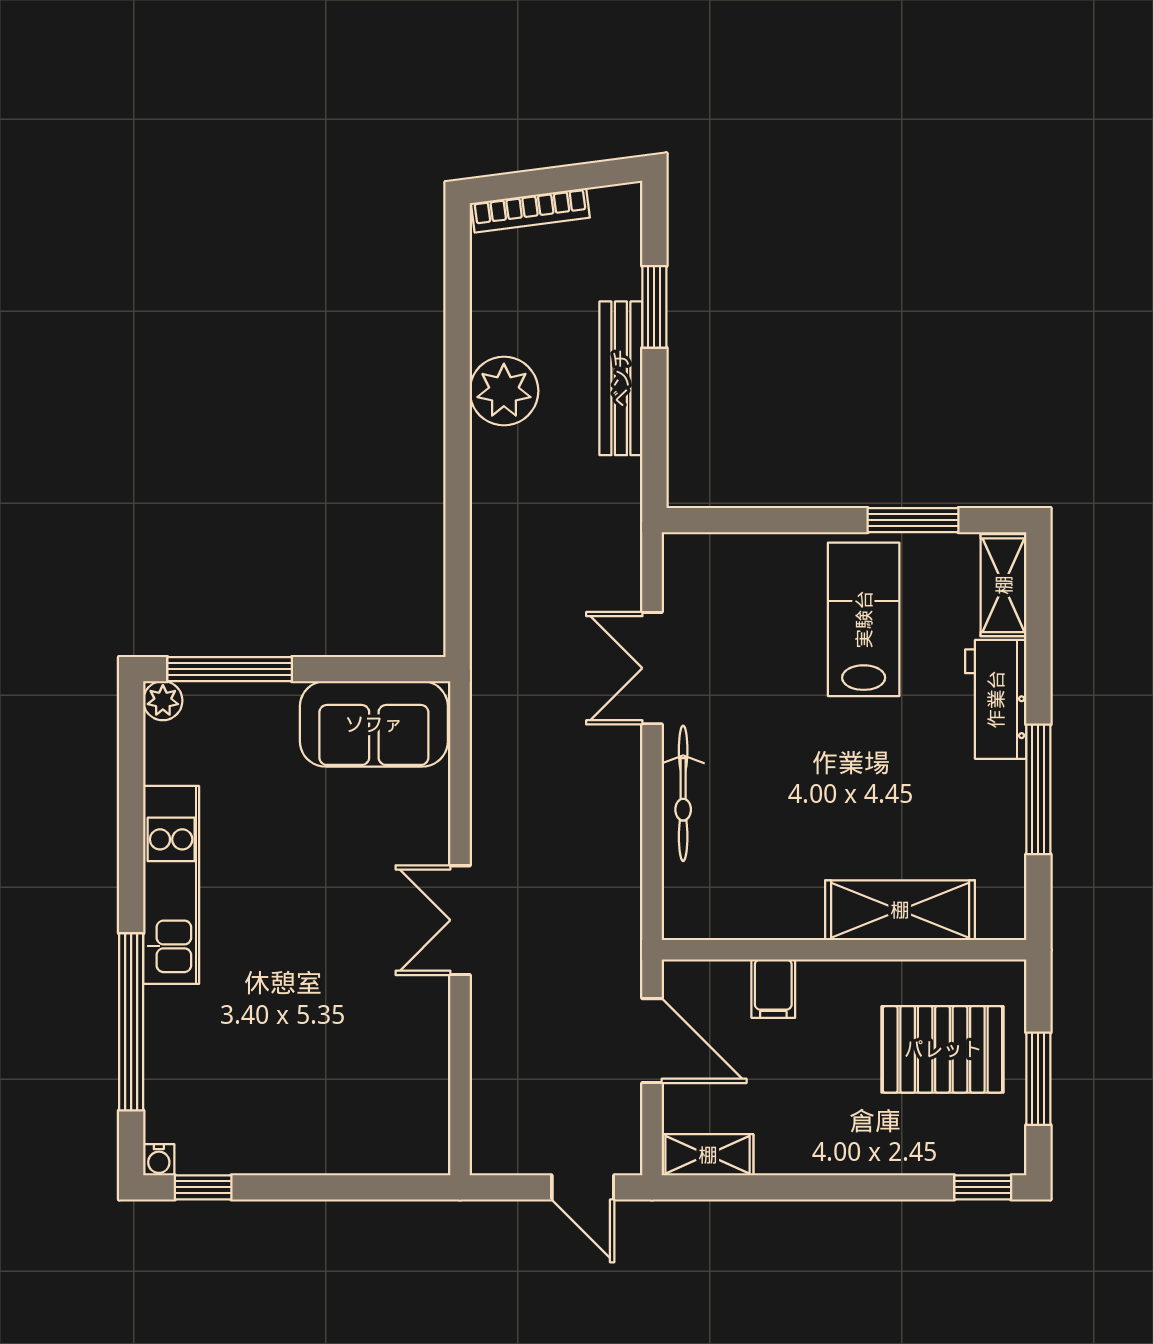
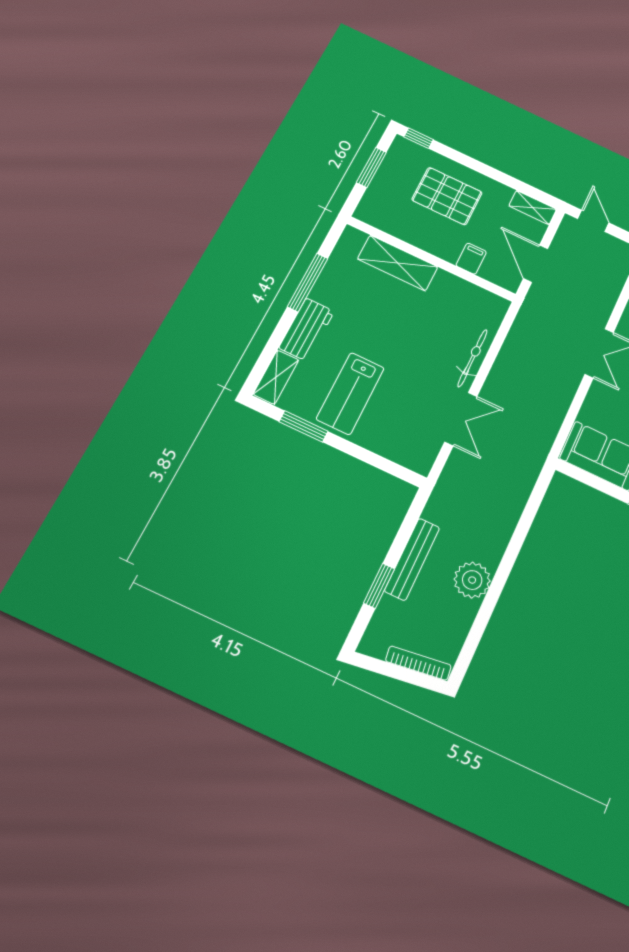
pallet: (943, 1049) -> (447, 196), moved

